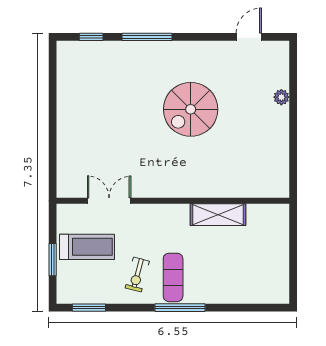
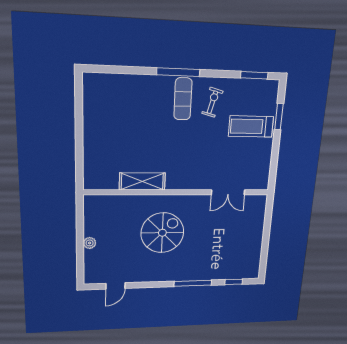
double door: (109, 201) -> (228, 192), moved
wall: (173, 201) -> (178, 192), moved
shelving: (218, 215) -> (142, 181), moved

